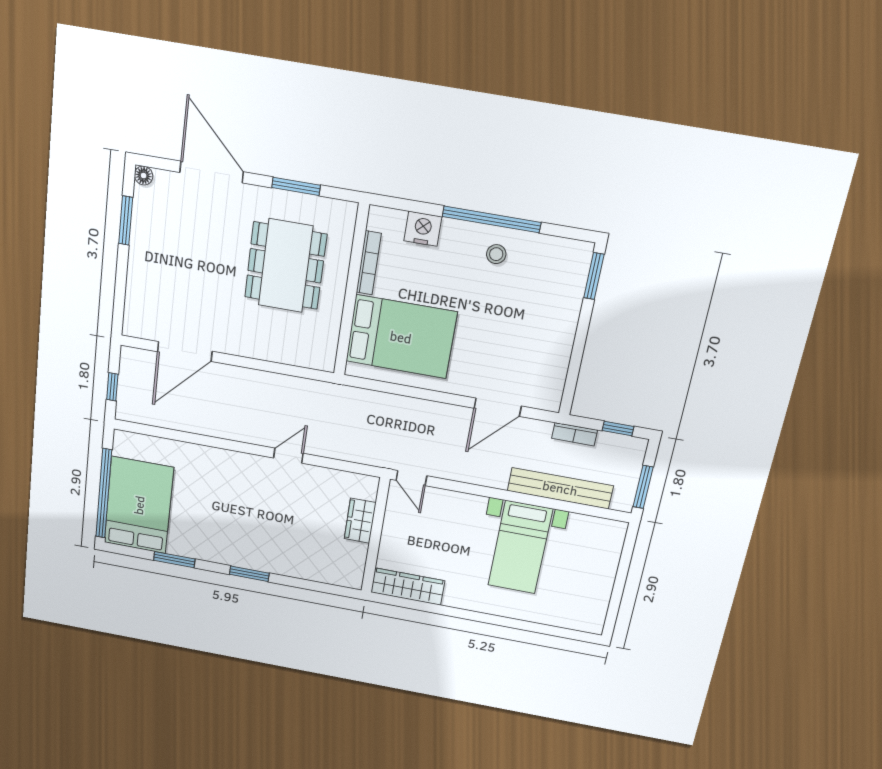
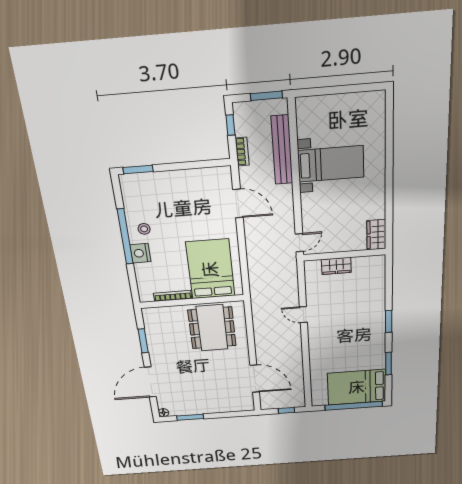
nightstand: (423, 229) -> (140, 253), moved
dining table: (286, 266) -> (212, 328), moved, turned 90
wardrobe: (408, 587) -> (376, 235), width x0.67

